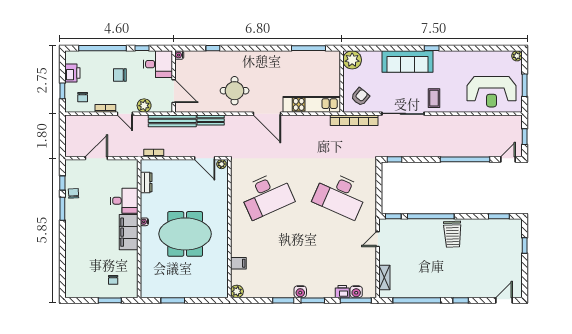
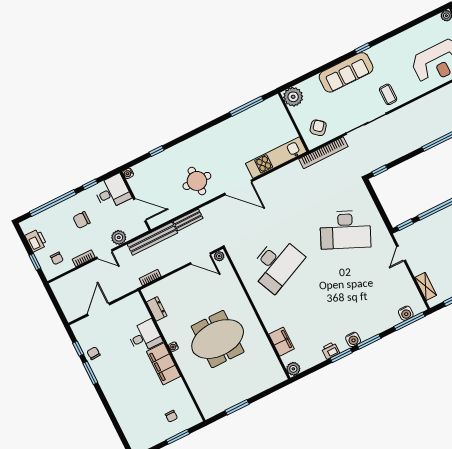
filing cabinet: (238, 263) -> (281, 342), width x2.00
printer: (342, 292) -> (330, 351), moved

